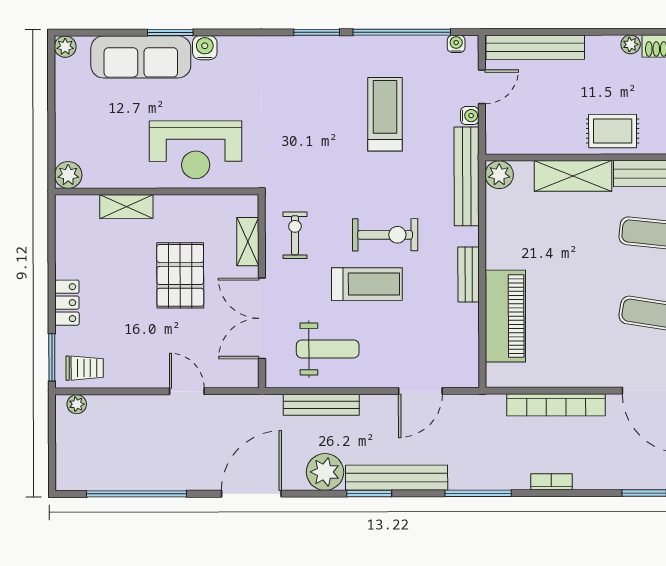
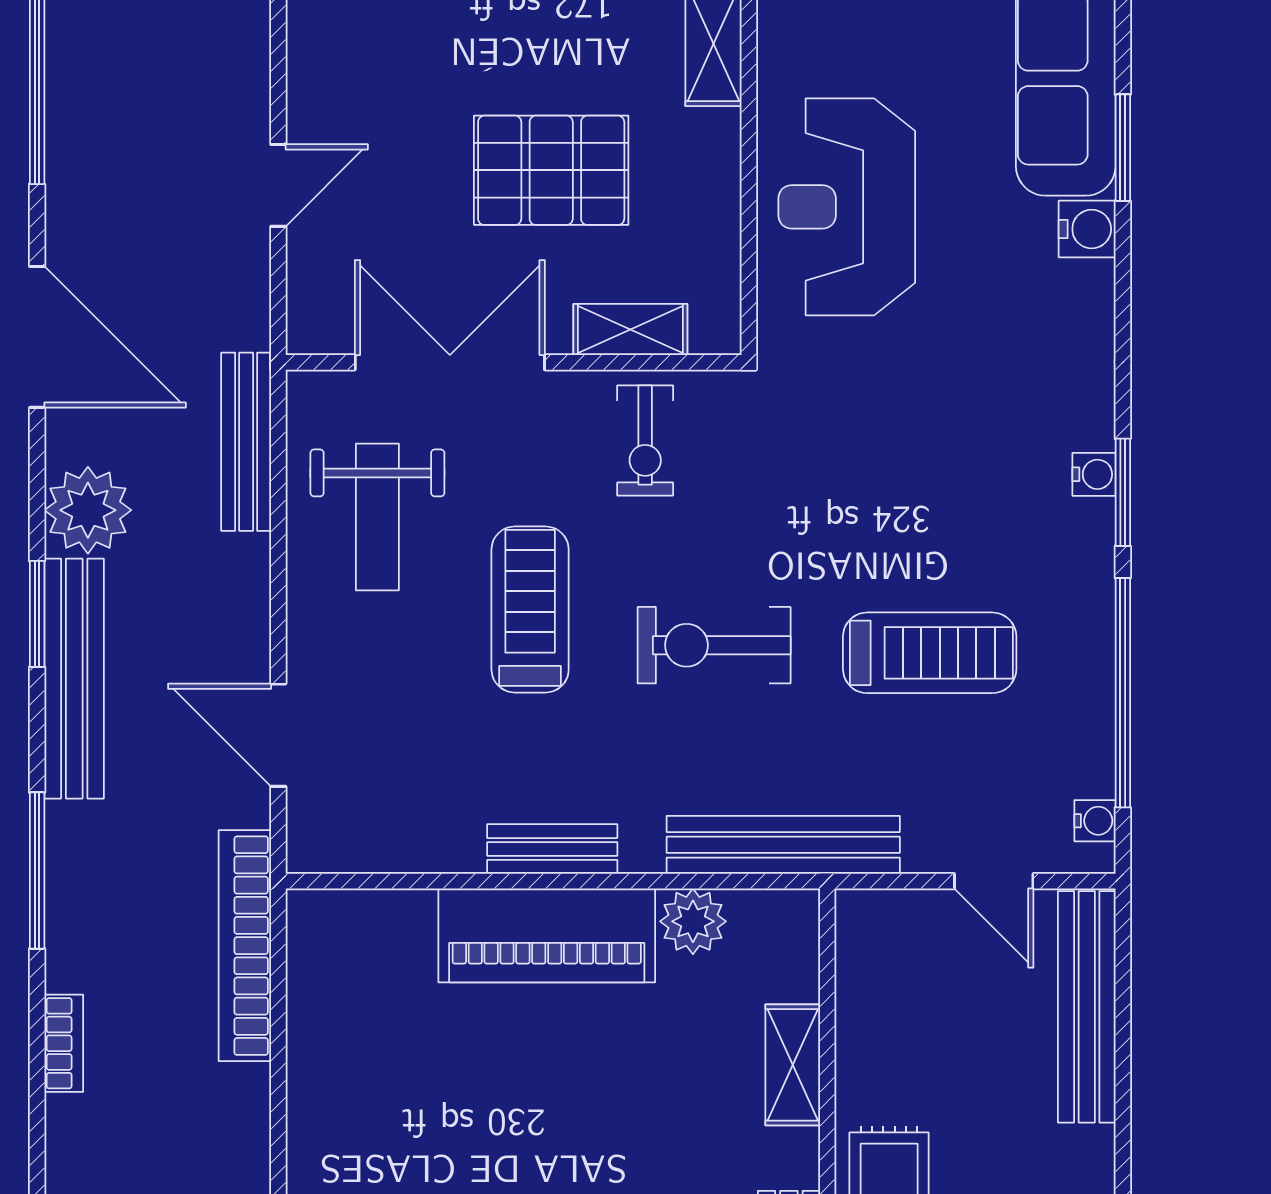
water cooler: (470, 116) -> (1094, 474), moved, turned -90
plant: (499, 175) -> (693, 921), moved
shelving: (573, 176) -> (793, 1065), width x0.67, depth x0.75
exercise bike: (295, 235) -> (645, 441), turned 90
exercise bike: (385, 235) -> (714, 645), moved, turned 90
treadmill: (367, 284) -> (530, 609), turned 180
piano: (505, 316) -> (547, 935), moved
bench: (321, 405) -> (246, 442), moved
bookcase: (556, 405) -> (245, 946), moved

